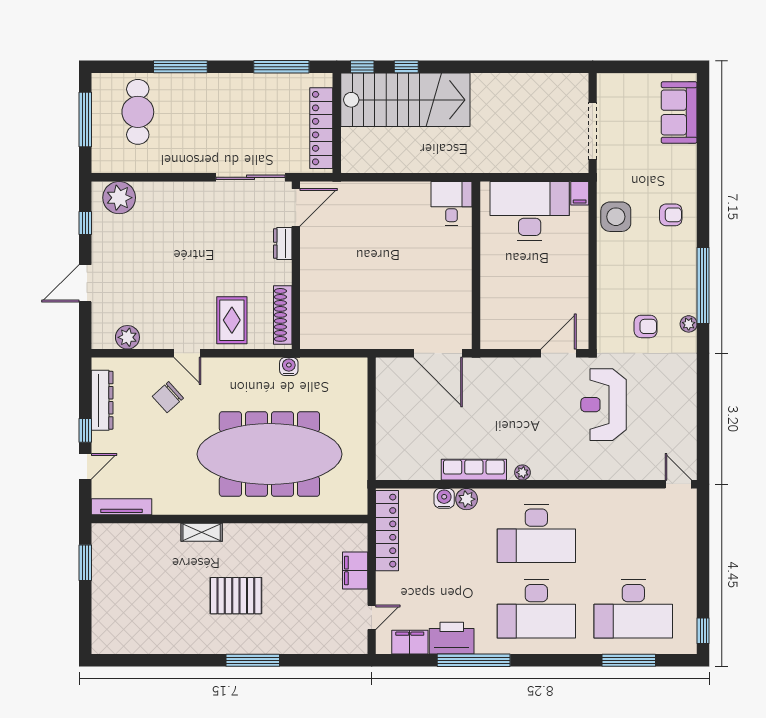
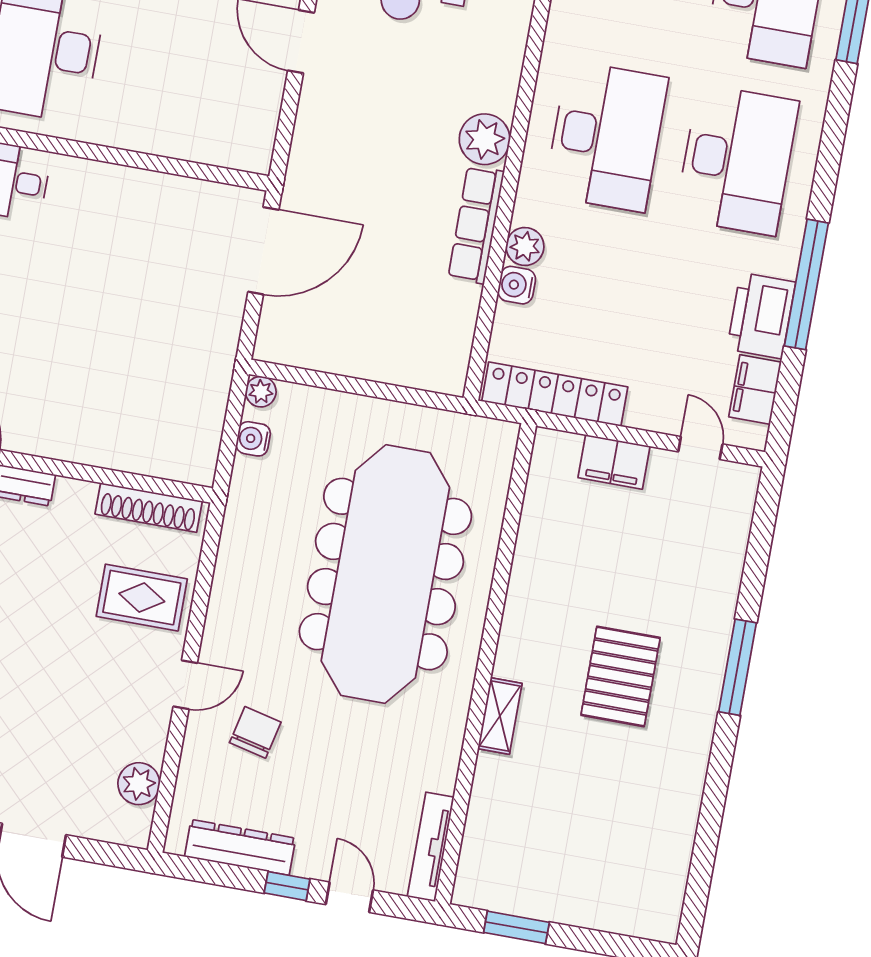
plant: (359, 366) -> (261, 392), added
water cooler: (289, 367) -> (253, 439), moved
chair: (168, 397) -> (255, 732), turned -125
plant: (522, 472) -> (485, 139), width x1.87, depth x1.87

